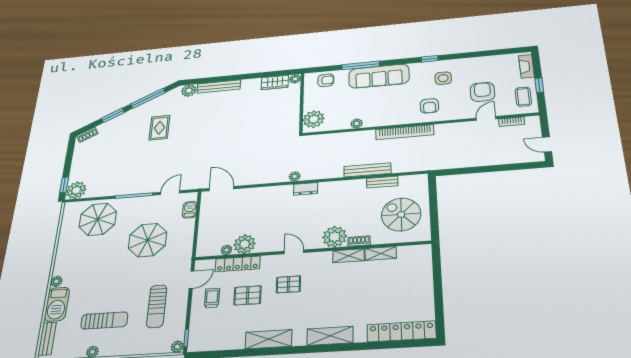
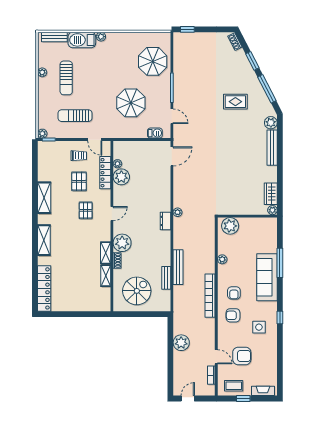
armchair: (326, 80) -> (234, 293), moved
plant: (76, 190) -> (181, 343), moved

